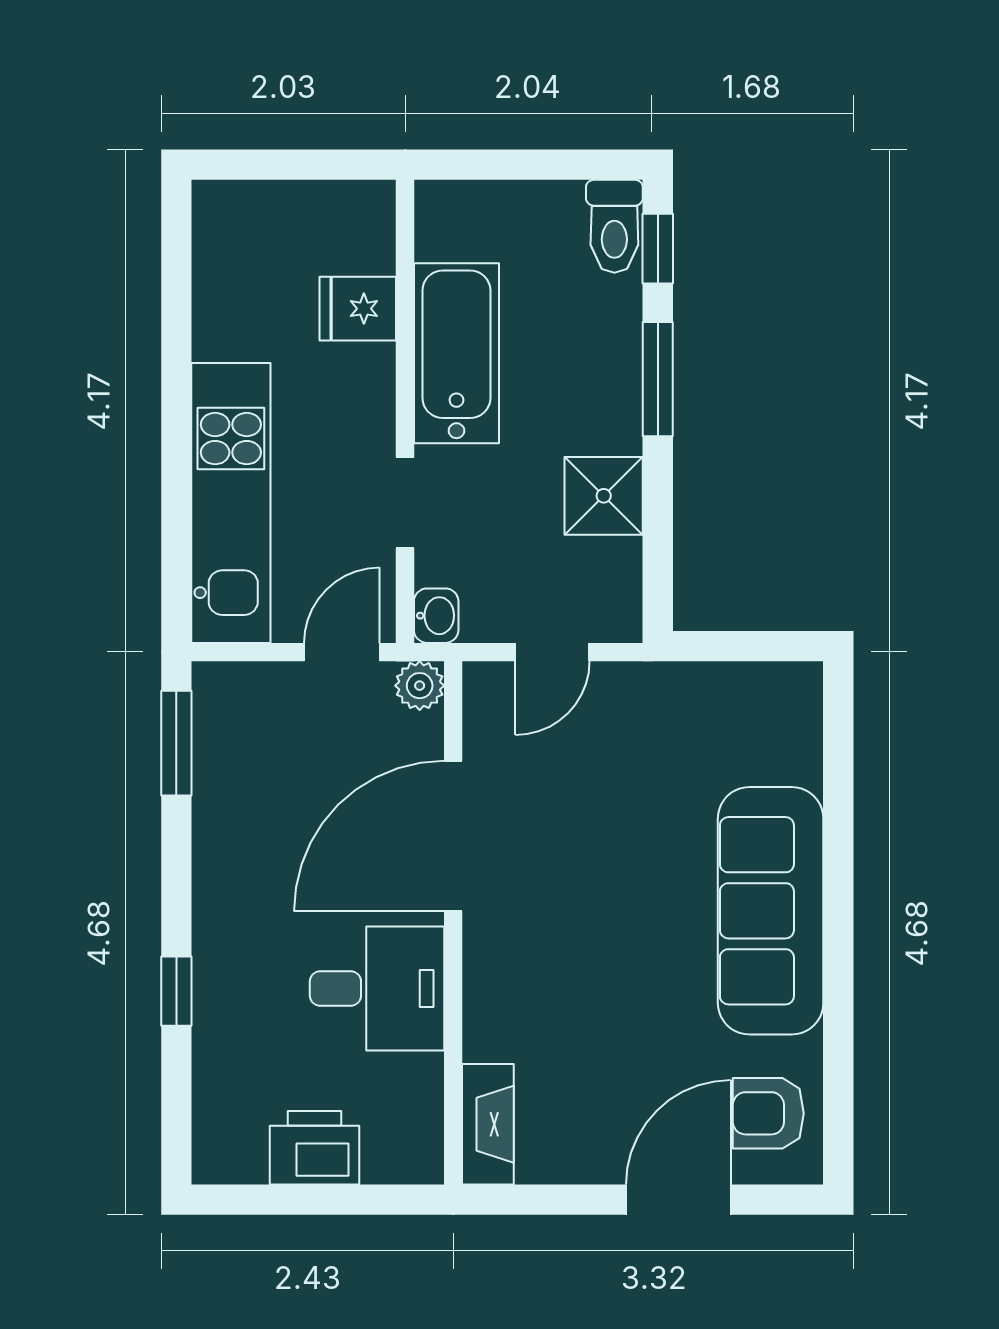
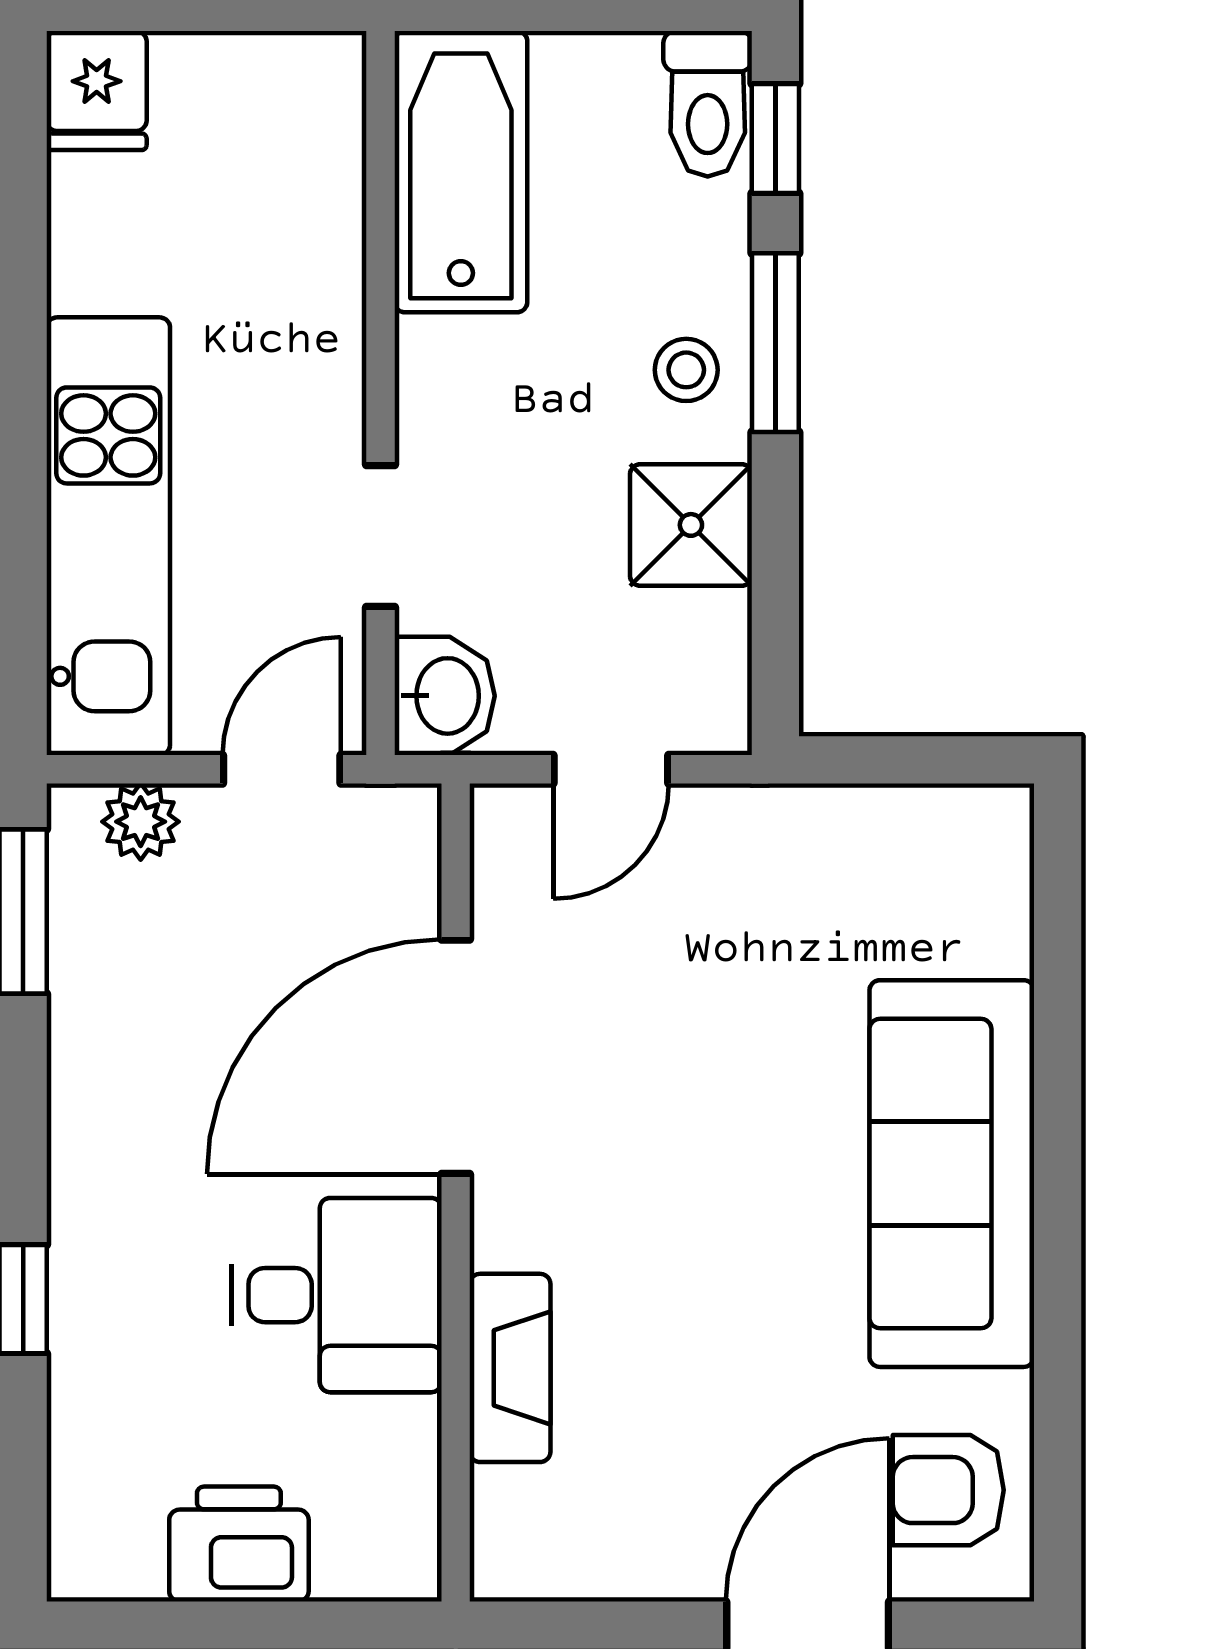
fridge: (358, 309) -> (97, 91), moved, turned -90
bathtub: (456, 353) -> (461, 172), moved
stool: (601, 397) -> (686, 370), added
washbasin: (436, 616) -> (445, 696), width x1.38, depth x1.45
plant: (420, 686) -> (141, 822), moved
fireplace: (488, 1124) -> (510, 1368), moved

